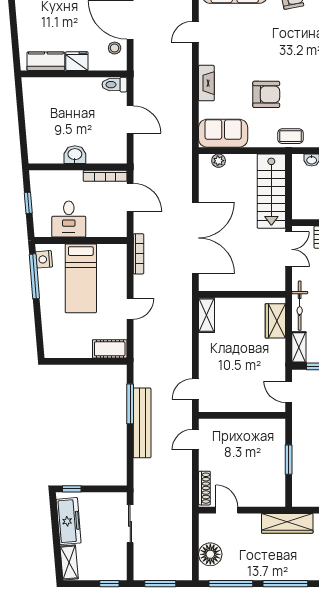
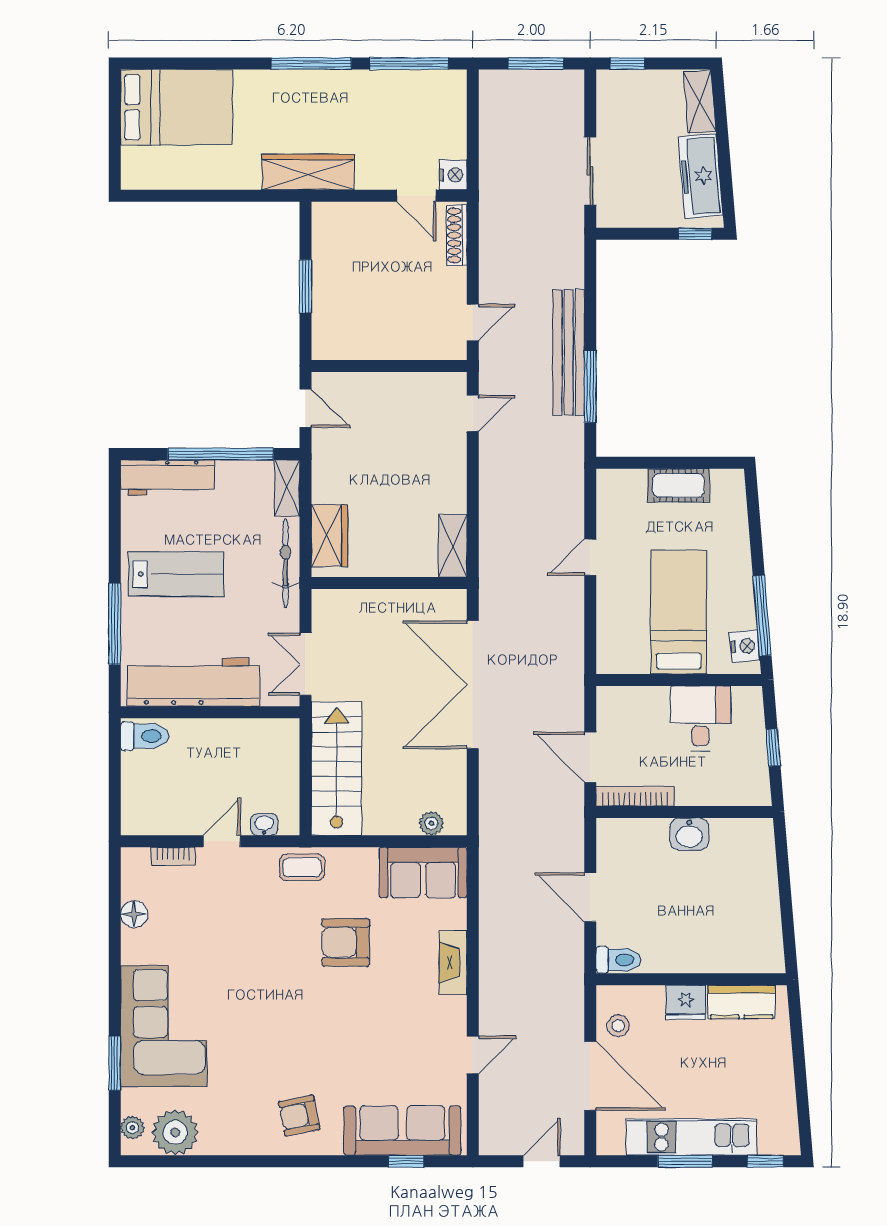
bookcase: (139, 254) -> (575, 656), removed
cot: (110, 349) -> (678, 485), moved
nightstand: (206, 522) -> (453, 175), added
floor lamp: (210, 554) -> (446, 116), removed

